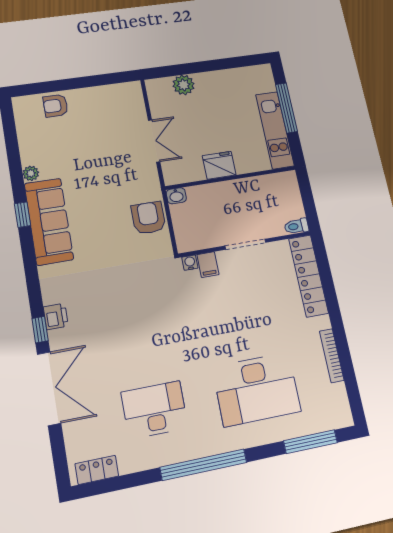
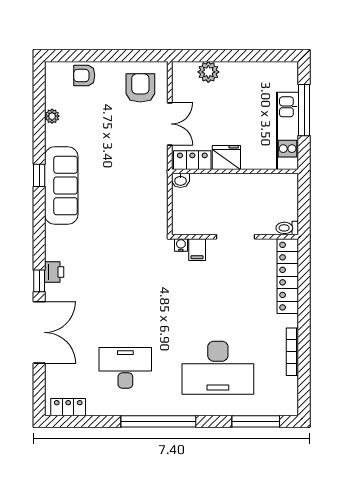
plant: (31, 173) -> (52, 116), moved
locker: (185, 173) -> (192, 160), added
armchair: (148, 218) -> (140, 88), moved

